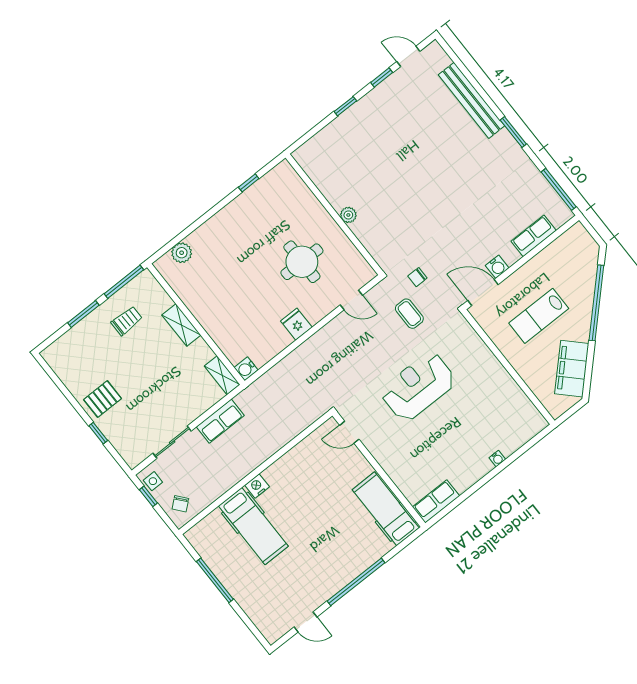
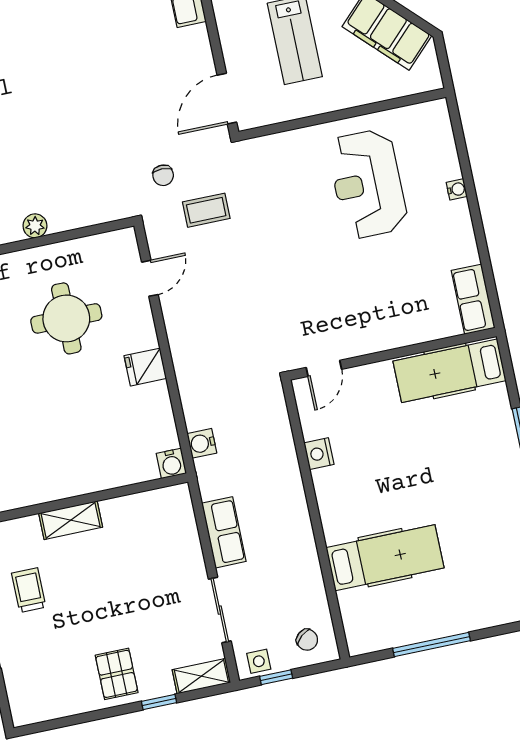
water cooler: (497, 267) -> (202, 443), moved, turned 180
shelving: (222, 375) -> (201, 676), moved
reception desk: (418, 387) -> (368, 184), moved
nightstand: (257, 486) -> (319, 454), moved

